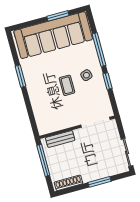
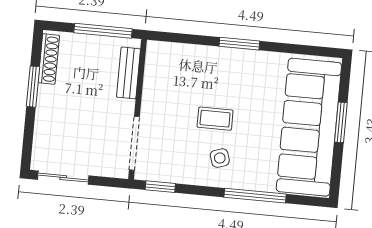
window: (58, 16) -> (341, 122), moved
window: (20, 76) -> (239, 44), moved
window: (108, 81) -> (160, 187), moved
window: (100, 182) -> (33, 87), moved

